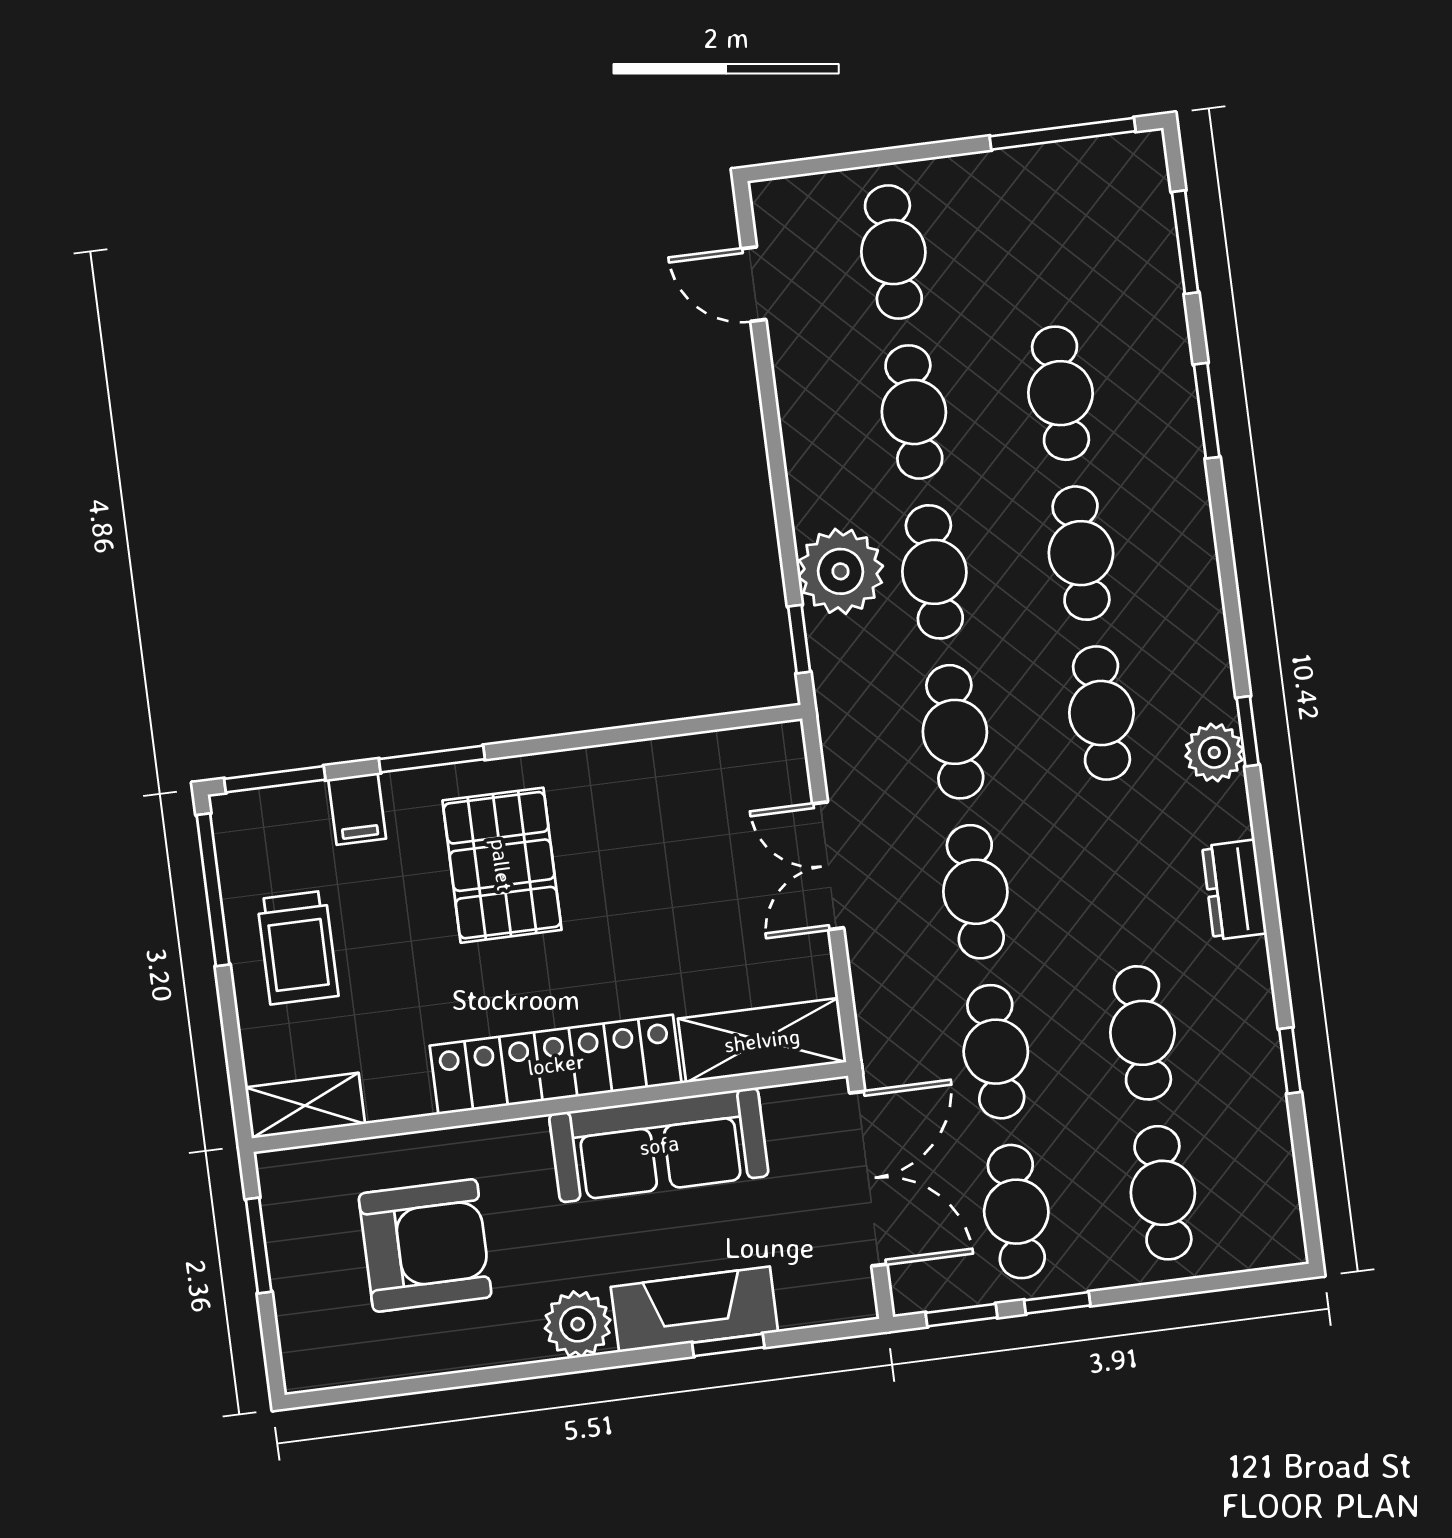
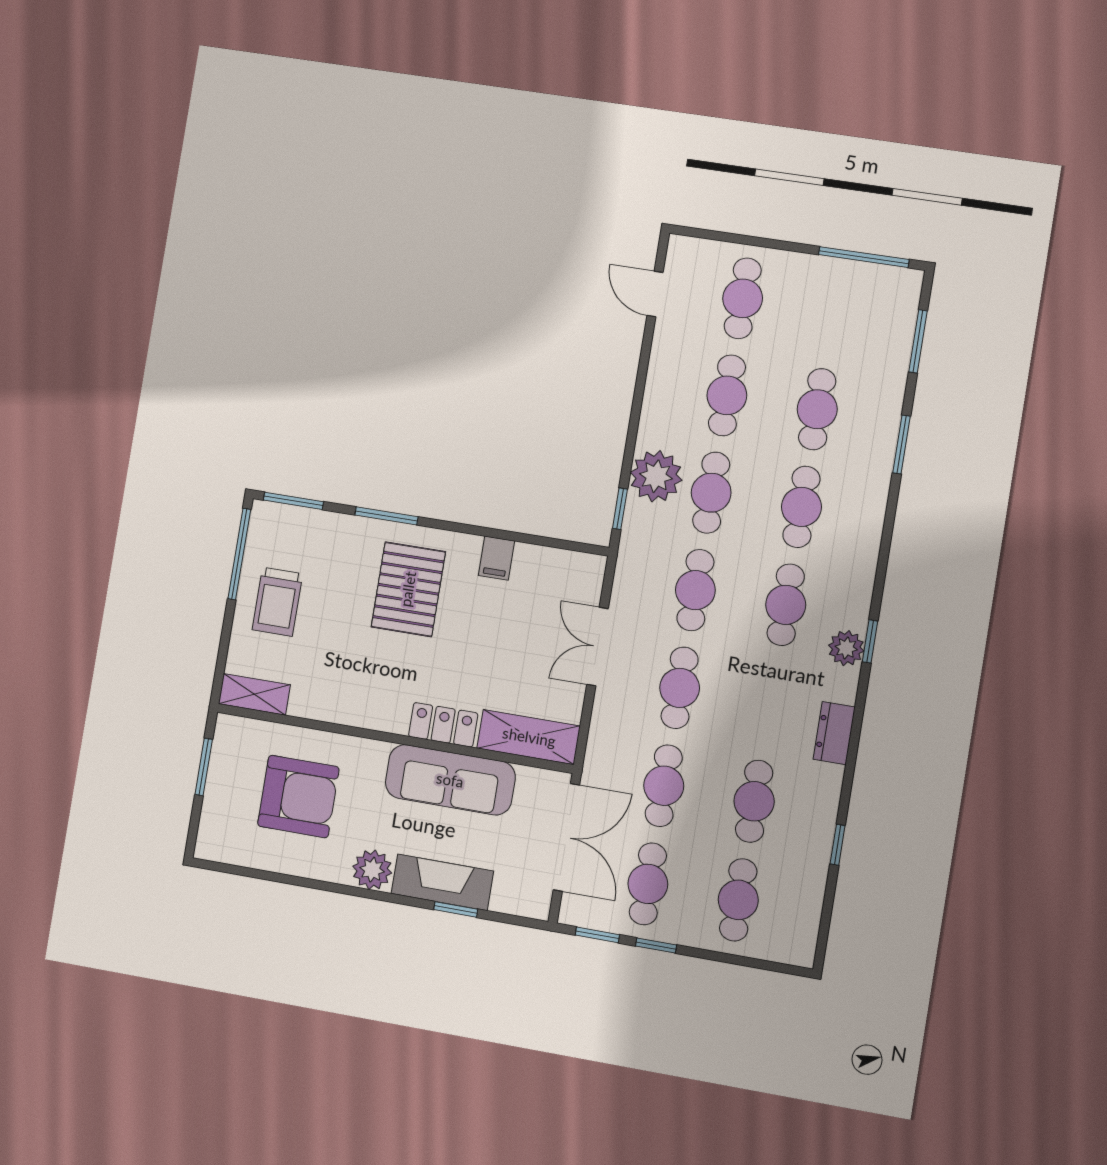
filing cabinet: (357, 809) -> (497, 558), moved
locker: (556, 1064) -> (443, 725), width x0.46, depth x0.83

